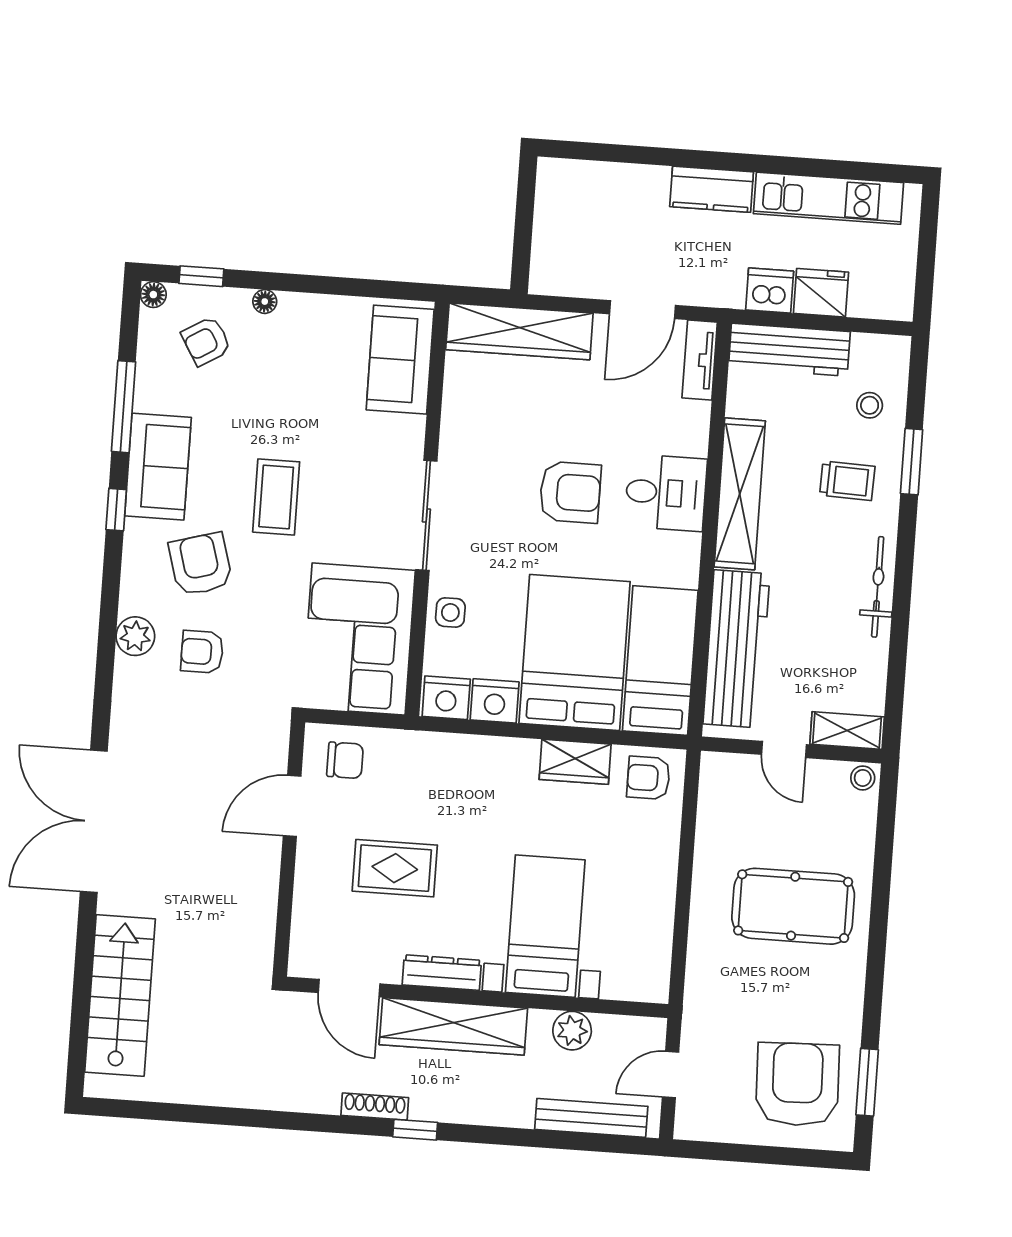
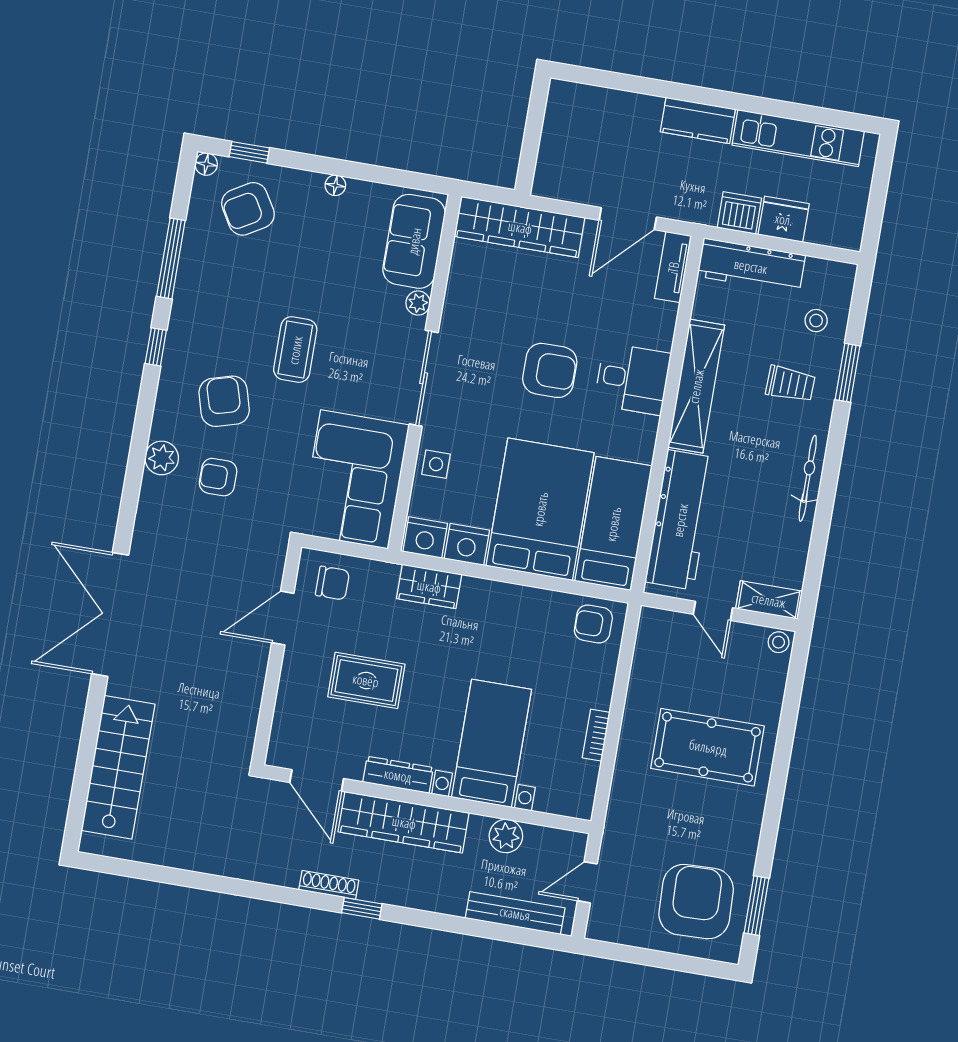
floor lamp: (265, 302) -> (335, 185), moved
armchair: (206, 341) -> (248, 209), width x1.38, depth x1.38
plant: (412, 430) -> (418, 303), added
sofa: (158, 467) -> (196, 313), removed
wardrobe: (575, 762) -> (429, 586), moved
bookcase: (664, 905) -> (596, 735), added

